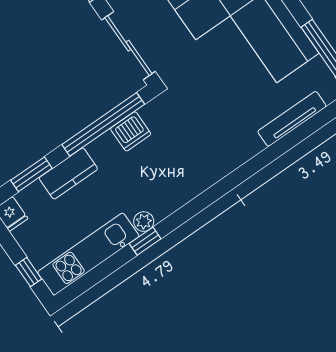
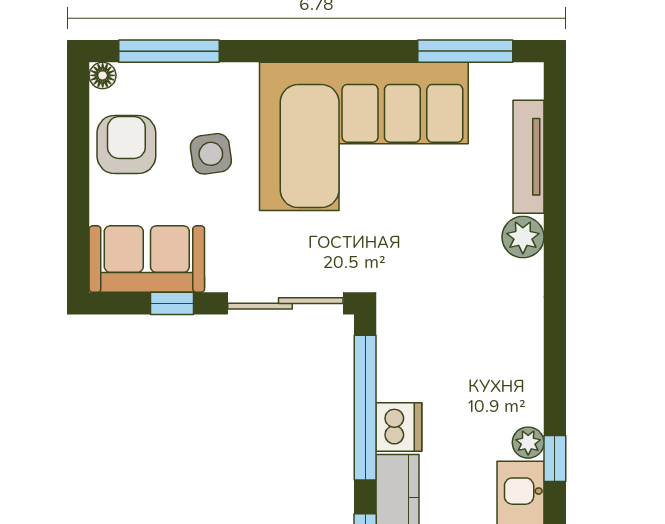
dishwasher: (131, 131) -> (399, 427), moved
plant: (248, 145) -> (523, 237), added

